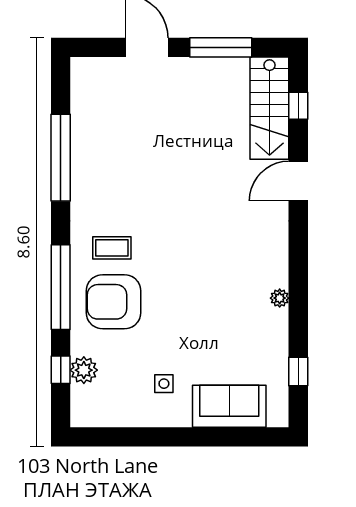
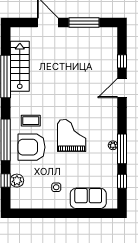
window: (298, 106) -> (122, 61), moved
stairs: (269, 108) -> (20, 66), moved, turned 180
grand piano: (195, 278) -> (72, 136), added
window: (298, 305) -> (122, 149), added

